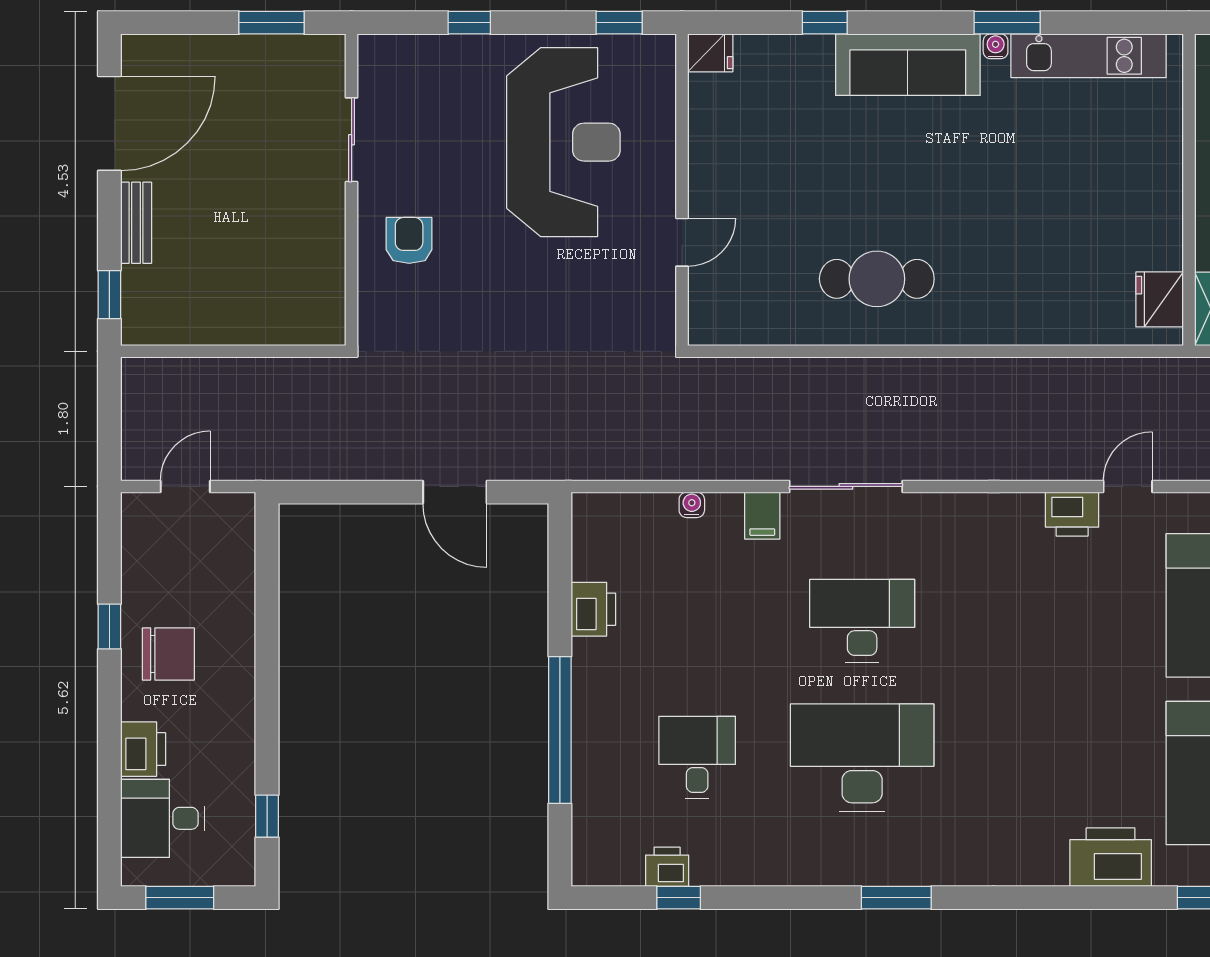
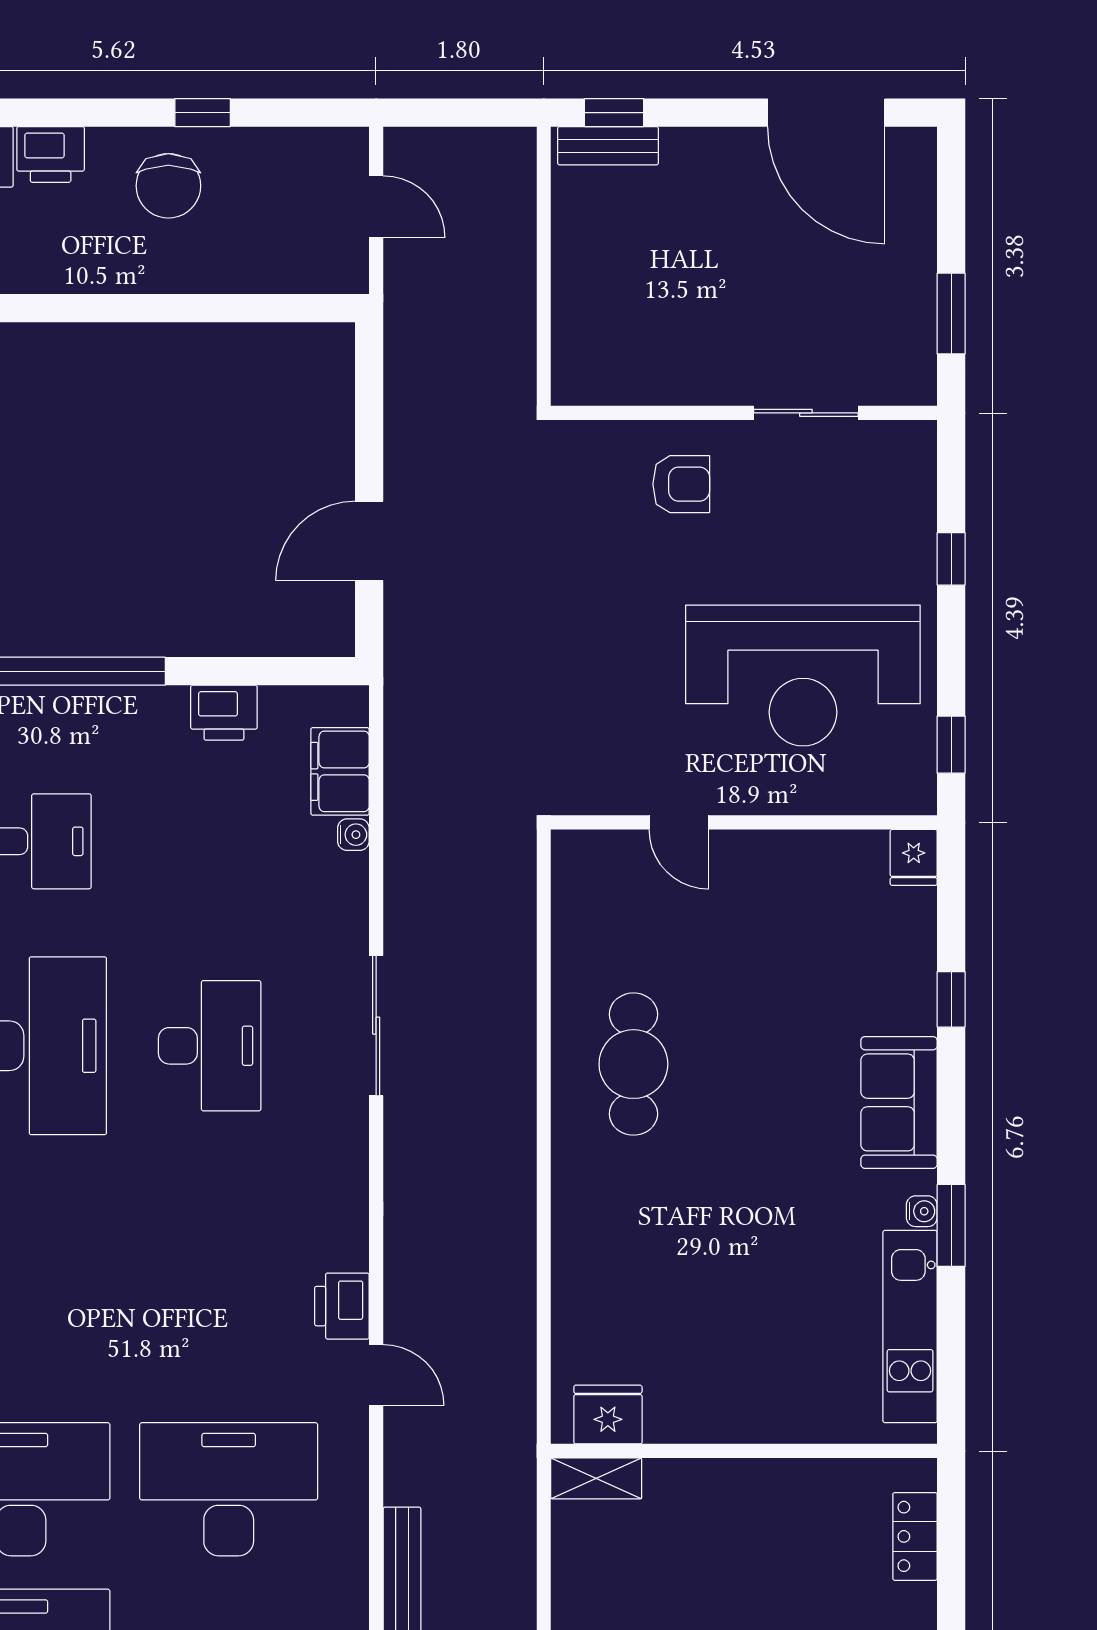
sofa: (908, 65) -> (899, 1102), width x0.73
bench: (136, 223) -> (608, 146), moved
filing cabinet: (762, 516) -> (340, 771), moved, width x2.00

